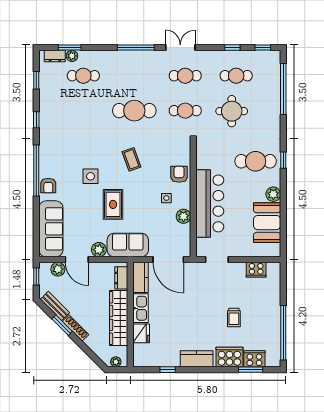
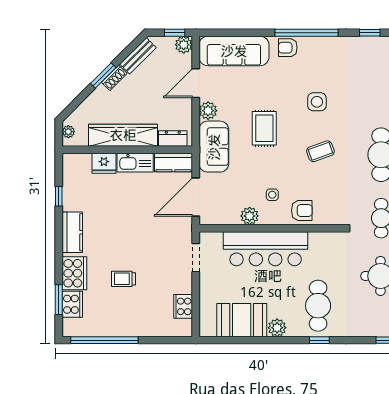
side table: (91, 176) -> (317, 102), moved
rug: (113, 204) -> (264, 128), turned 90
plant: (58, 269) -> (184, 45), moved
window: (62, 325) -> (103, 76), moved
shoe rack: (75, 328) -> (114, 78), width x0.70

